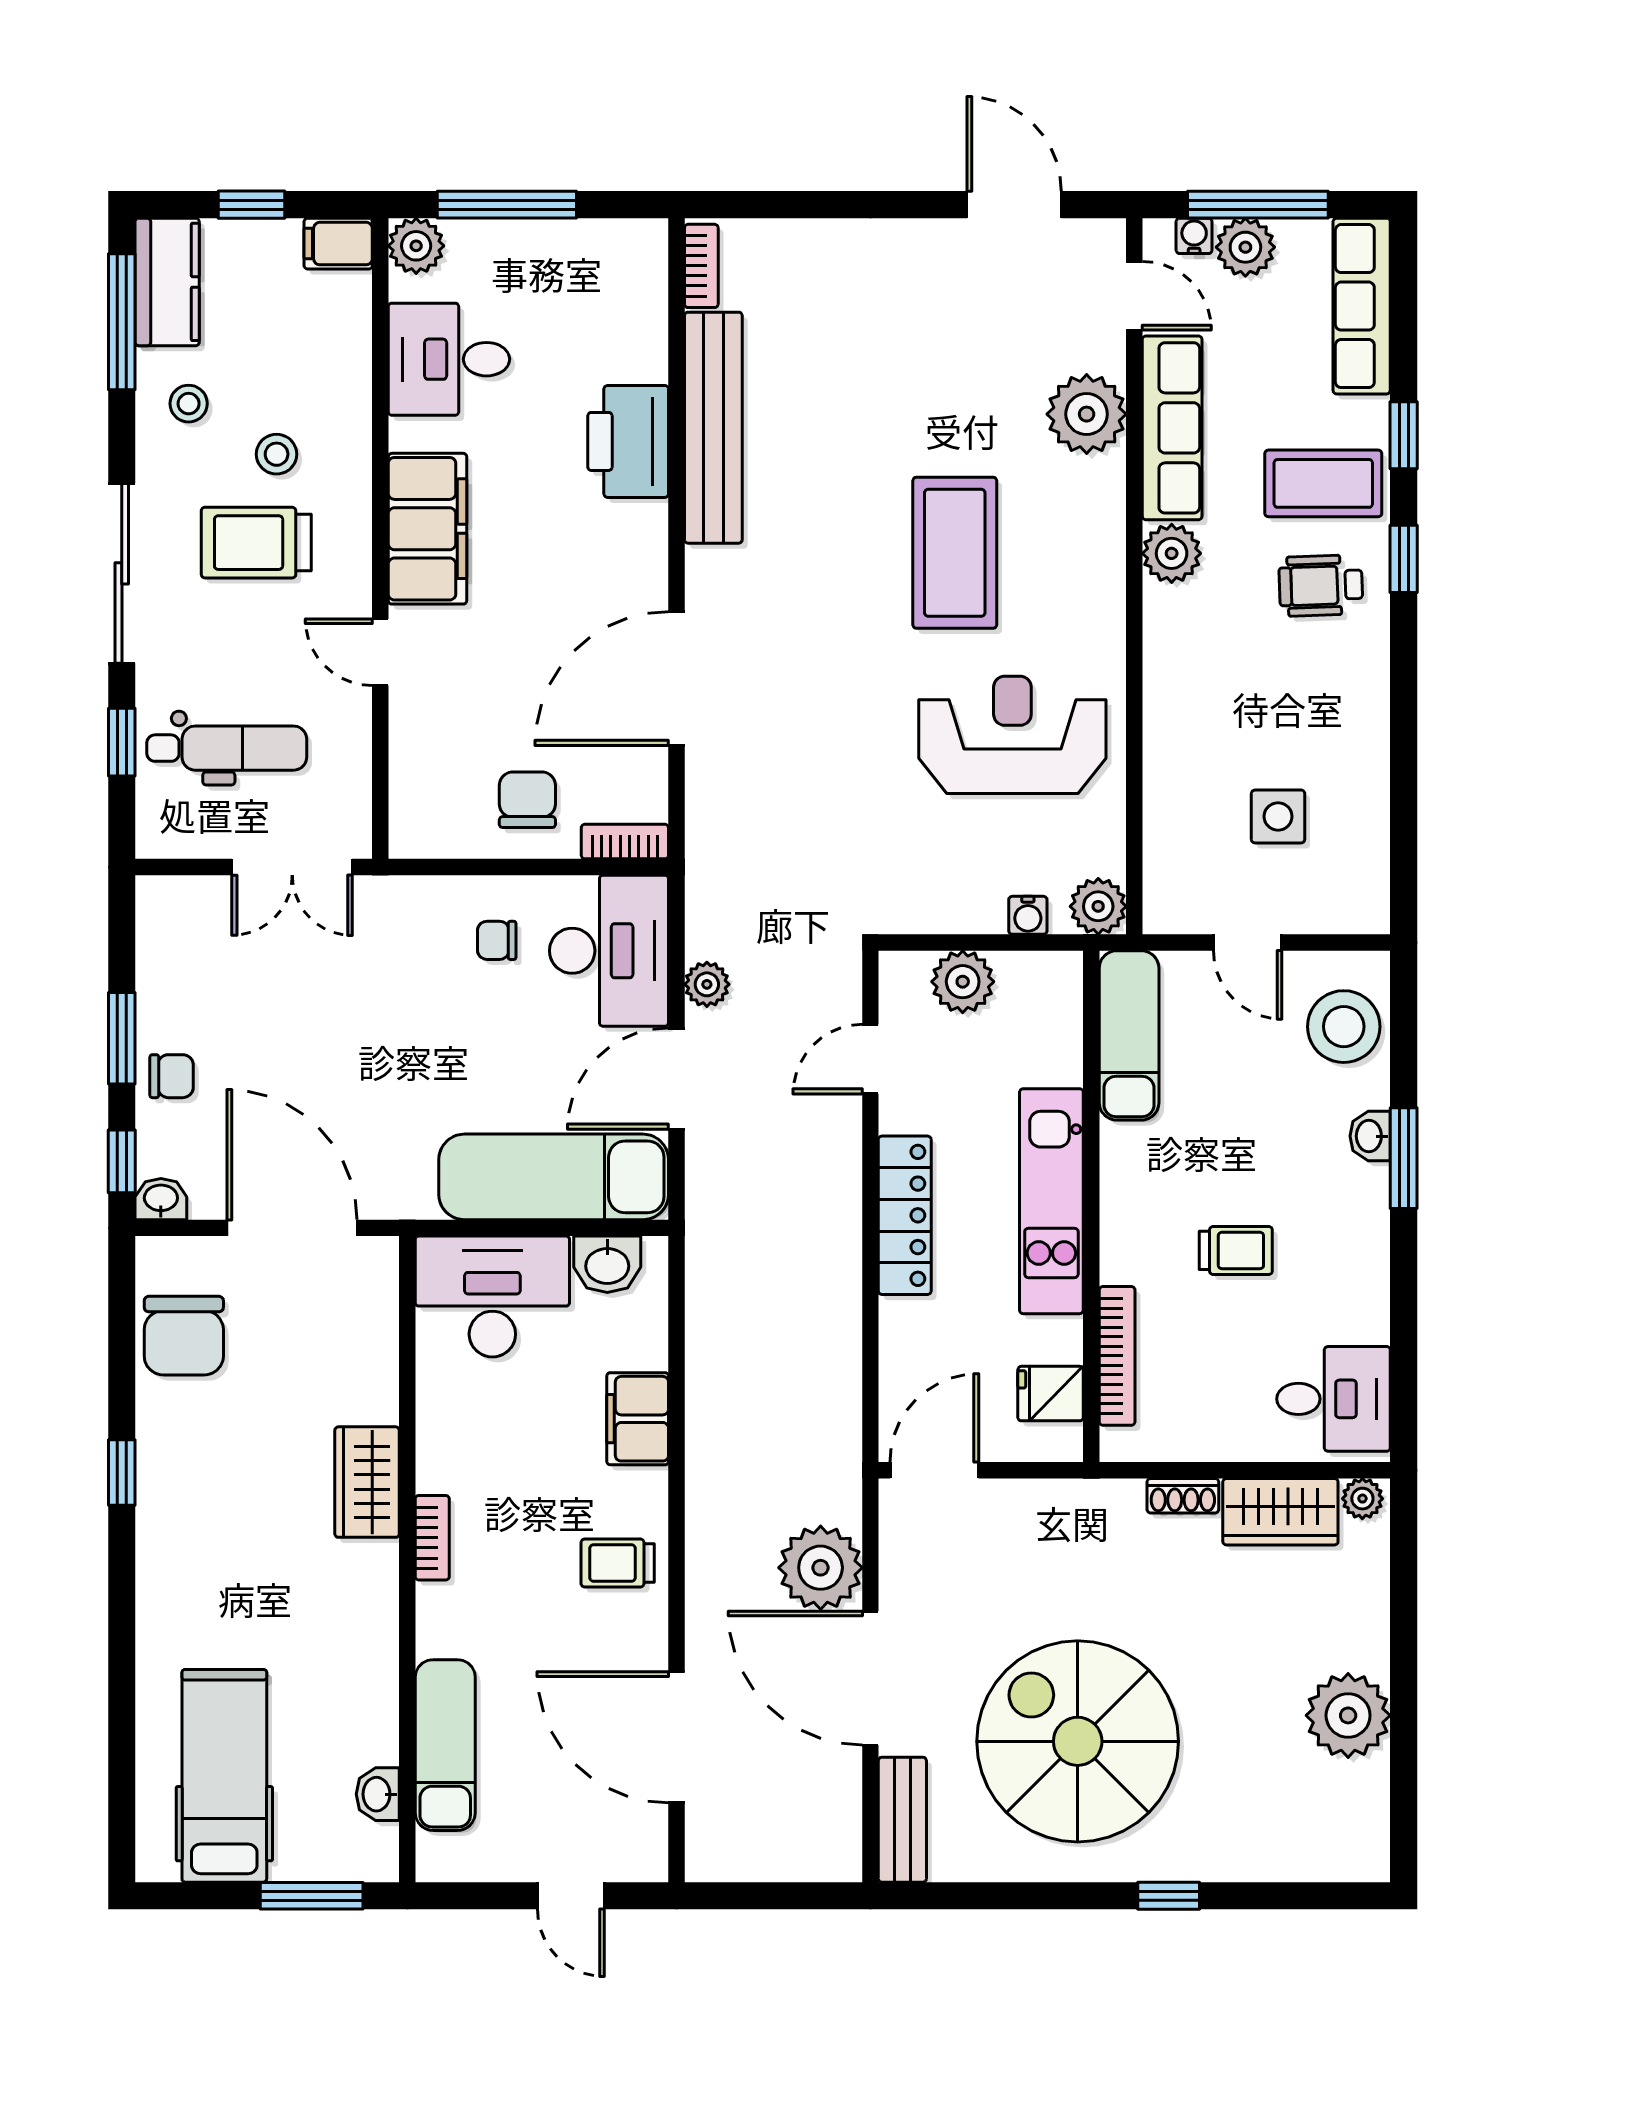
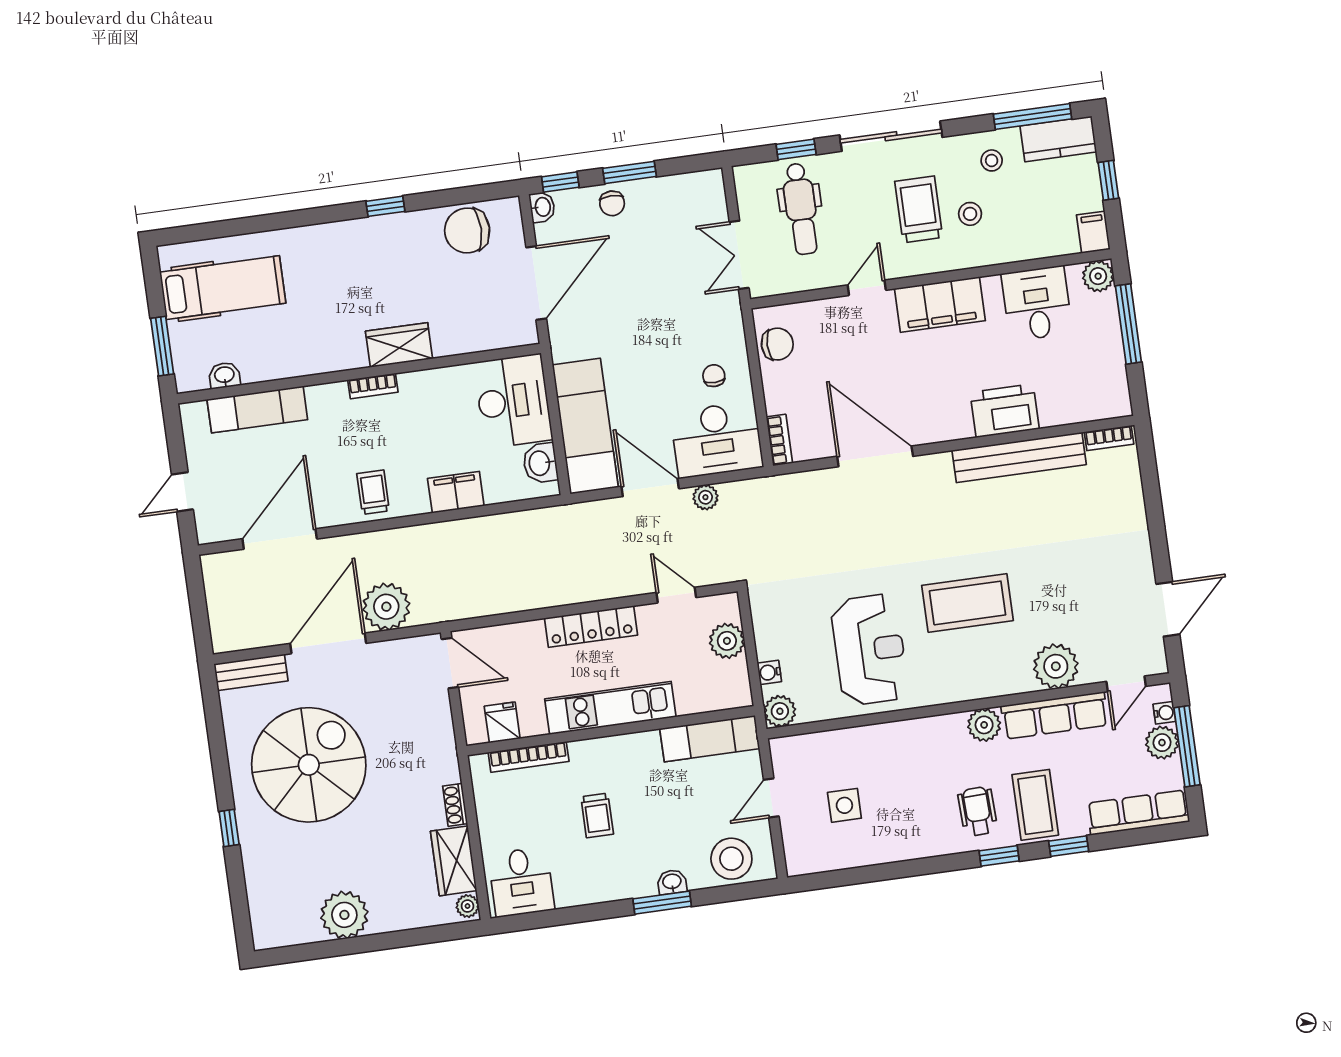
chair: (527, 800) -> (777, 344), moved

